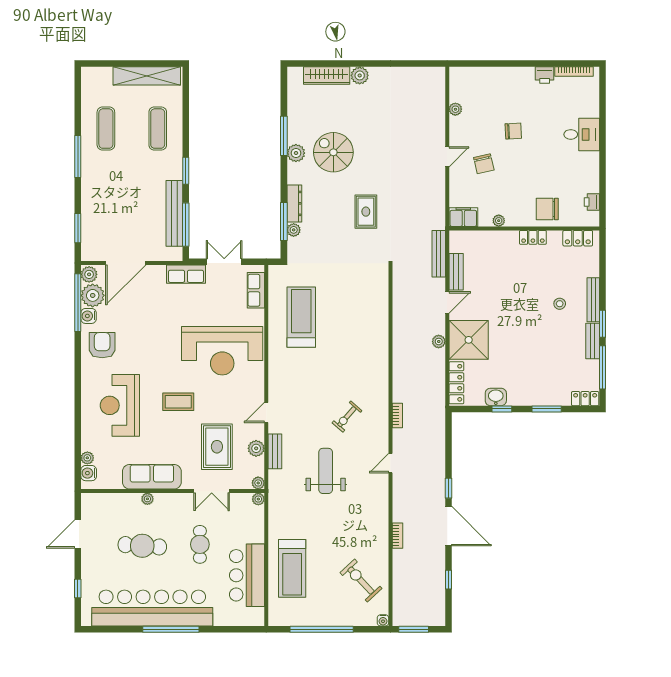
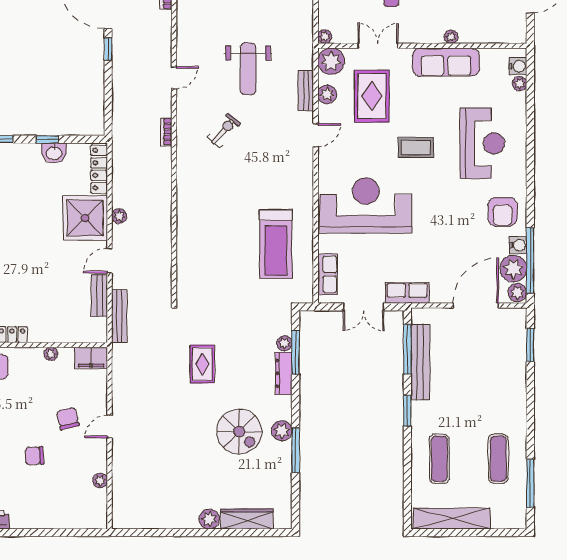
window: (78, 156) -> (530, 483), moved
plant: (258, 483) -> (331, 61), width x1.88, depth x1.88

